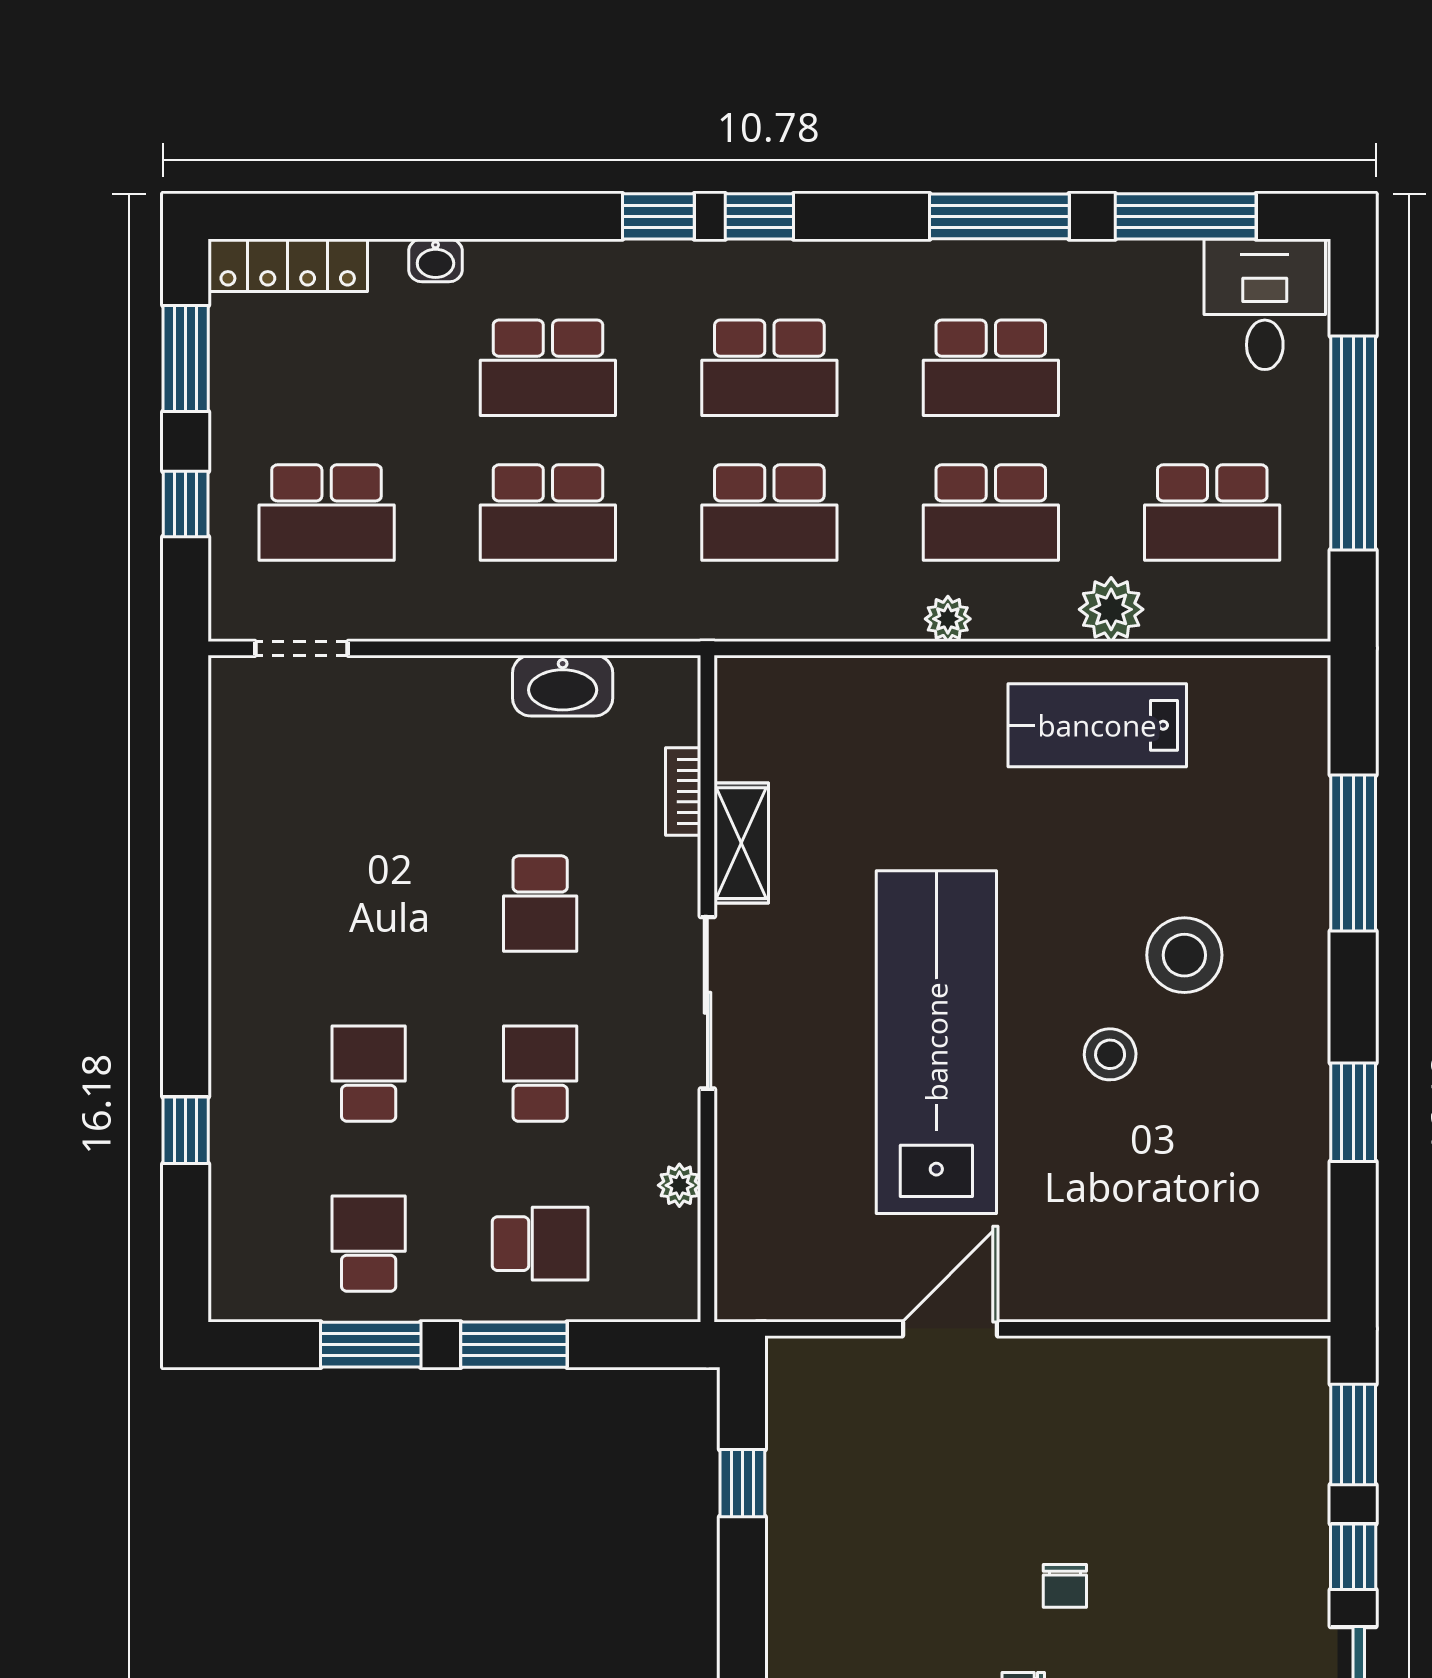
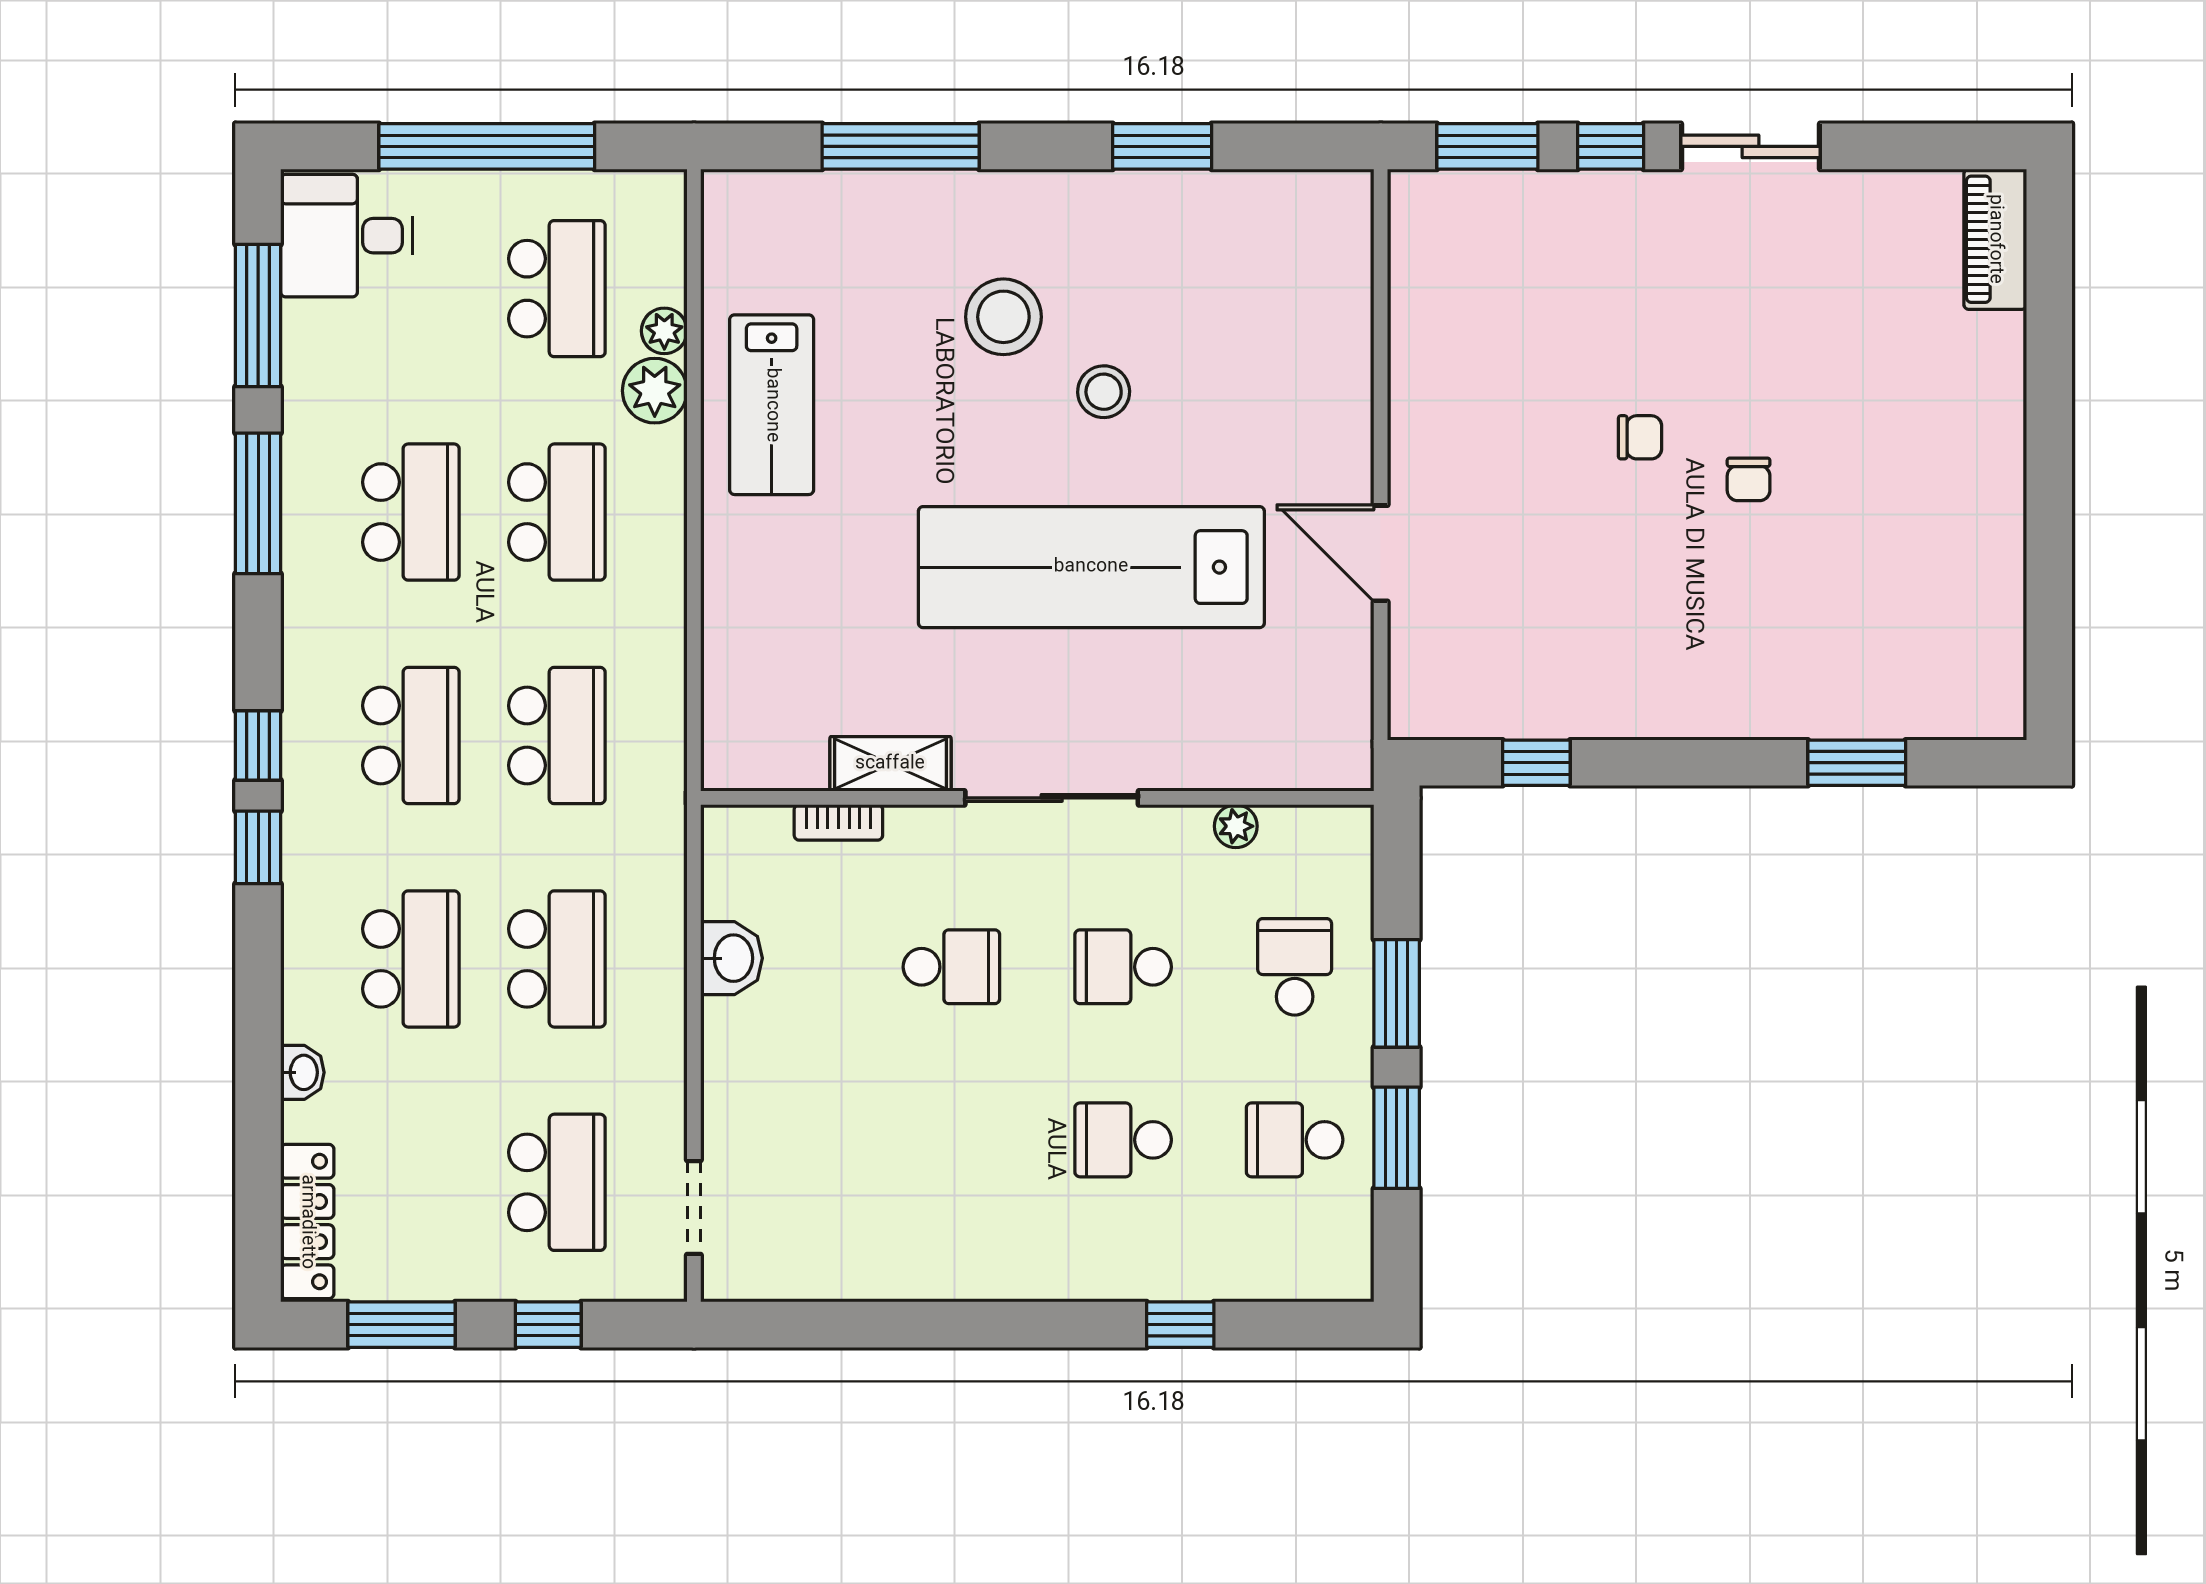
plant: (948, 619) -> (664, 331), moved
washbasin: (563, 686) -> (732, 958), width x0.72

